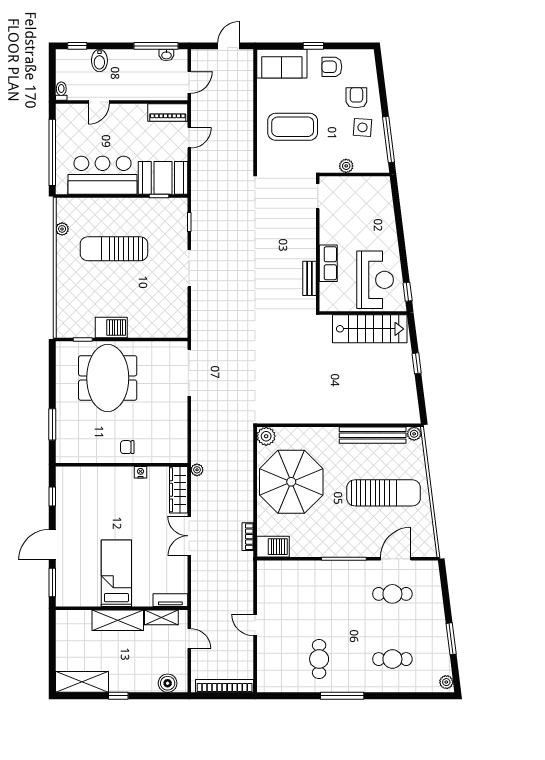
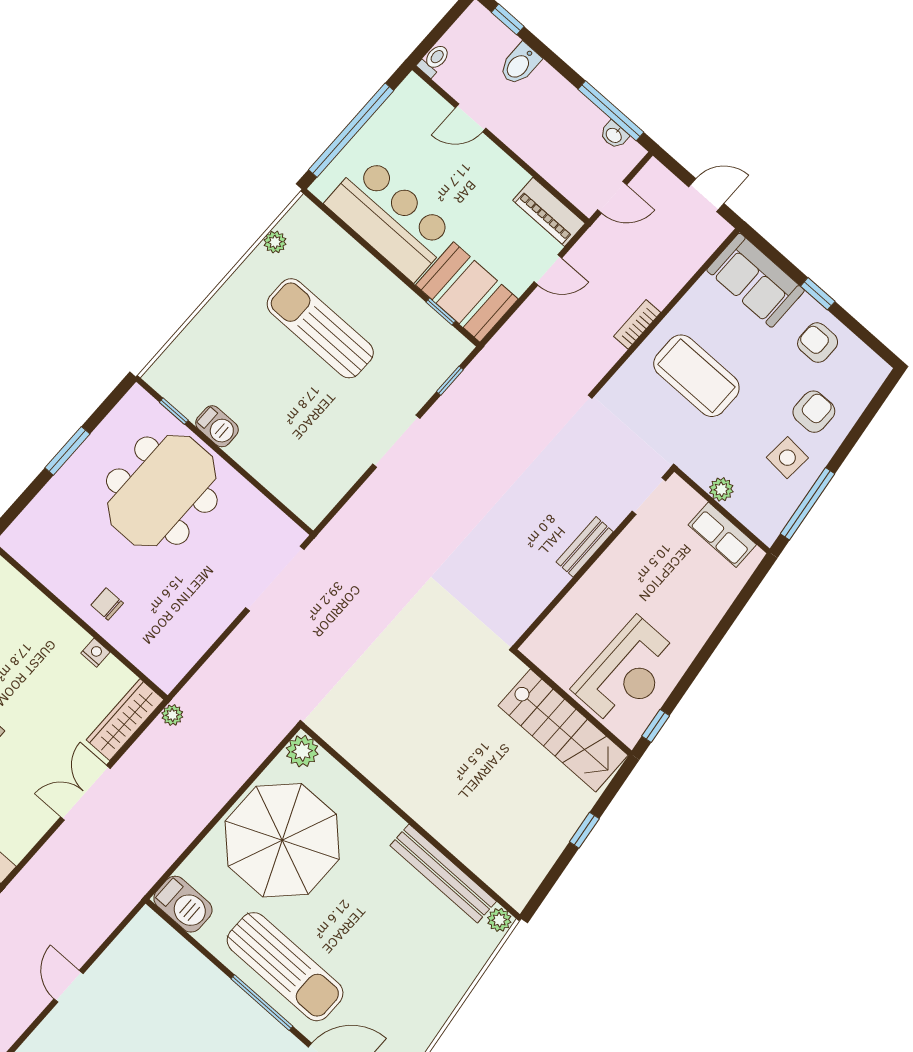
row of seats: (328, 263) -> (722, 535), moved, turned 90
bench: (310, 278) -> (585, 547), moved
barbecue: (111, 327) -> (217, 426), width x0.73, depth x0.79
window: (52, 424) -> (67, 451), moved
sun lounger: (384, 493) -> (285, 967), moved
bookcase: (248, 537) -> (637, 324), moved

